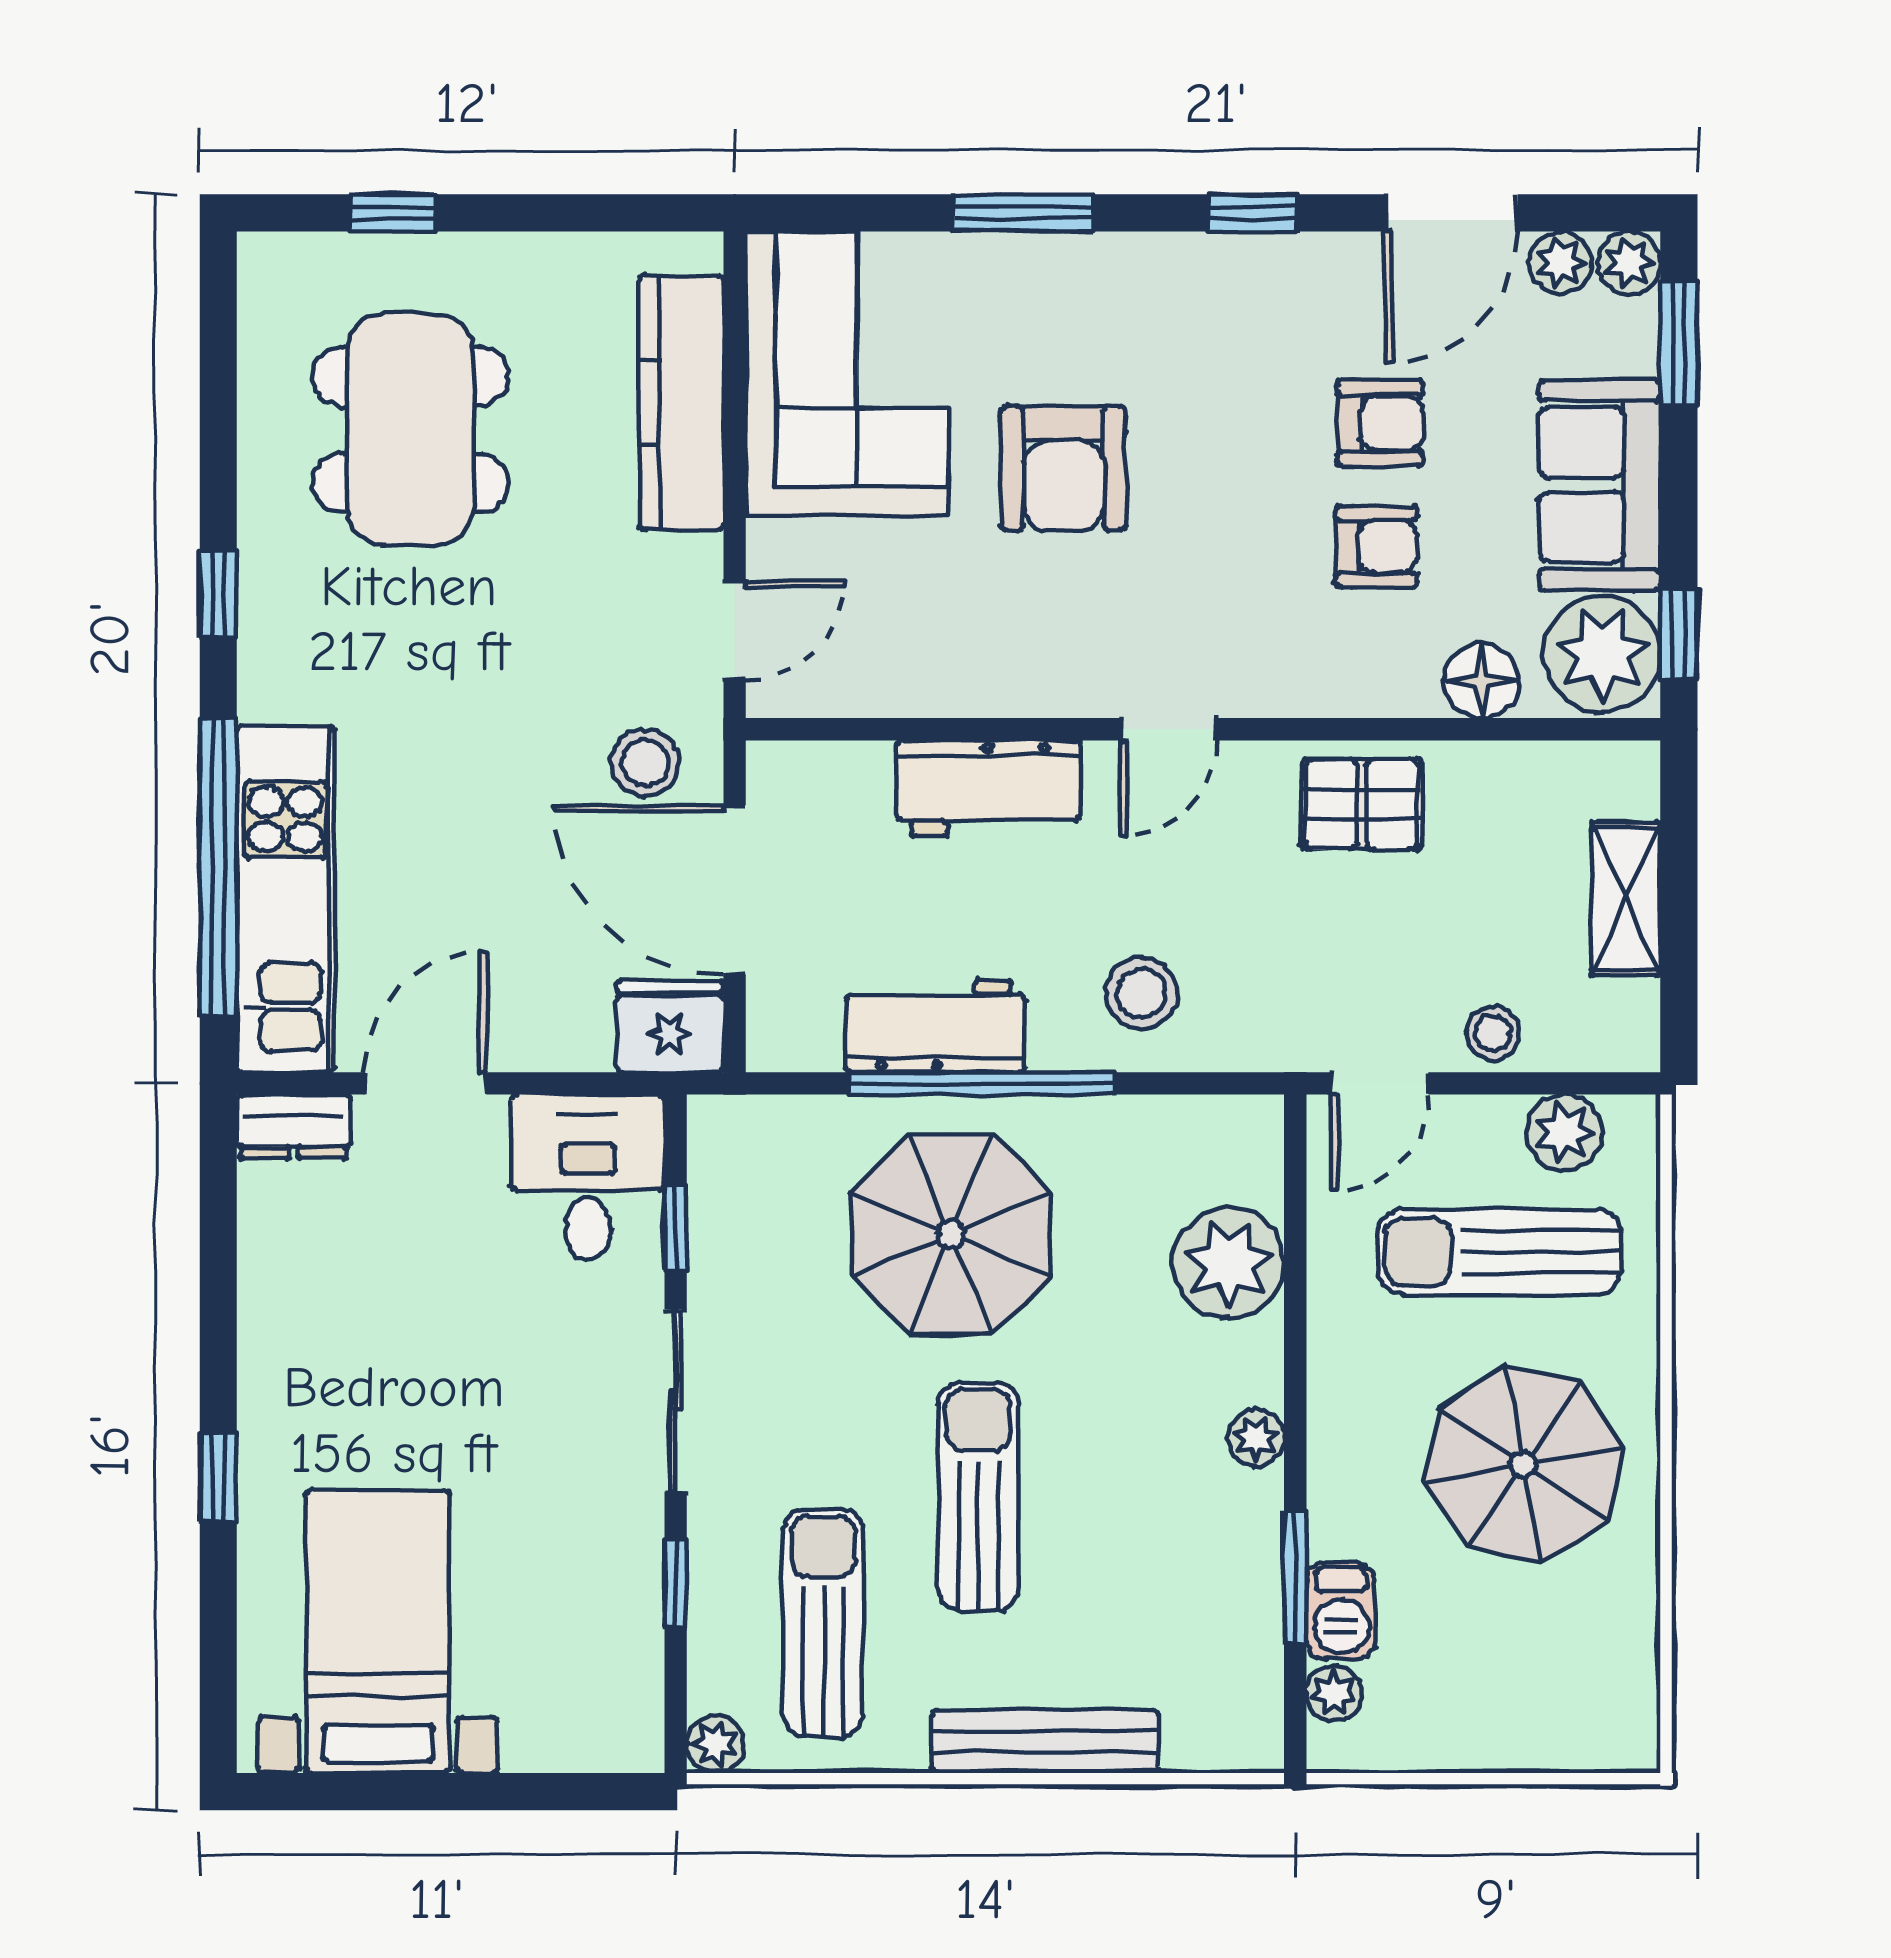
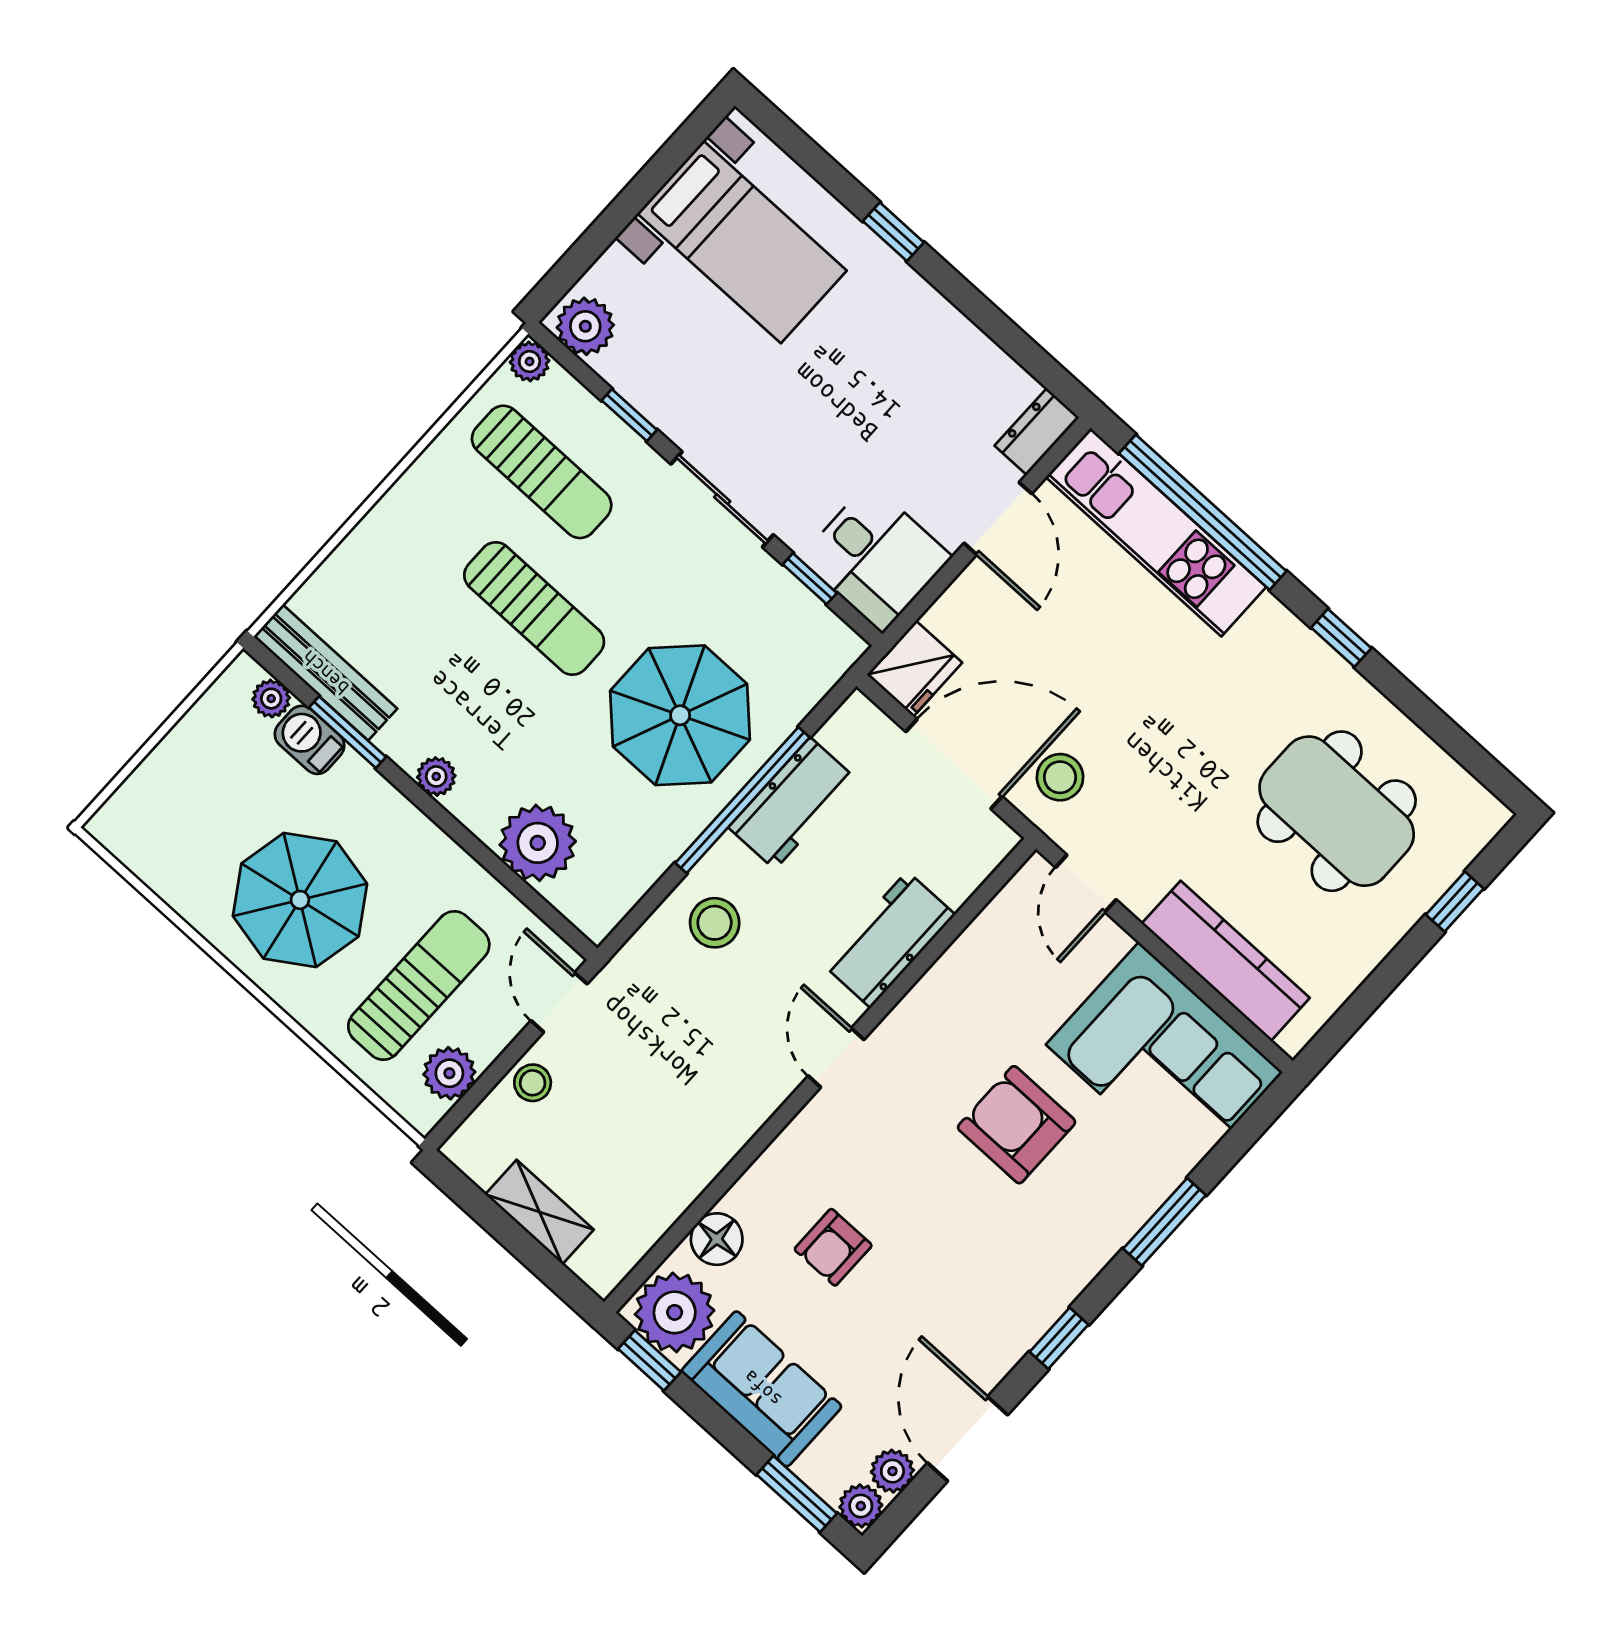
armchair: (1380, 423) -> (894, 1306), removed
pallet: (1361, 804) -> (709, 1121), removed
plant: (623, 1718) -> (585, 326), added
bench: (1045, 1741) -> (325, 673), moved, turned 90

